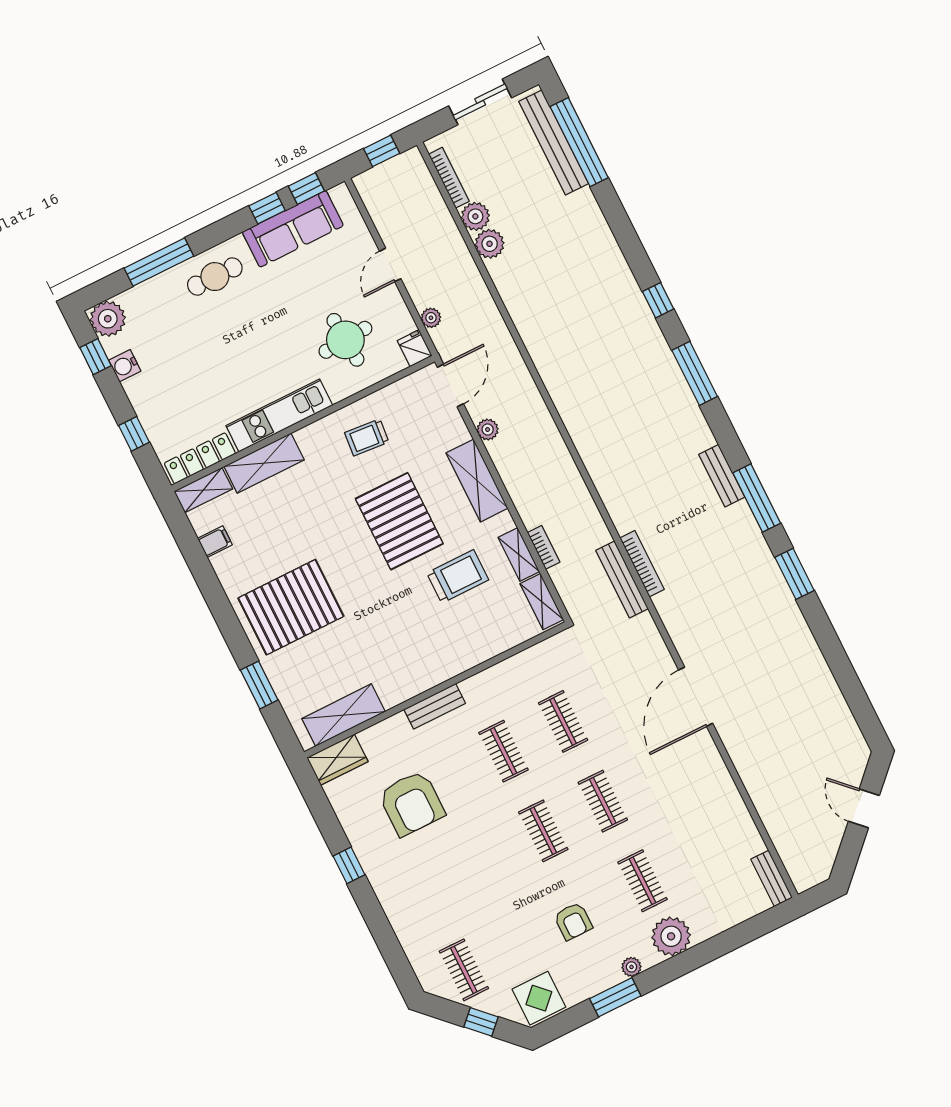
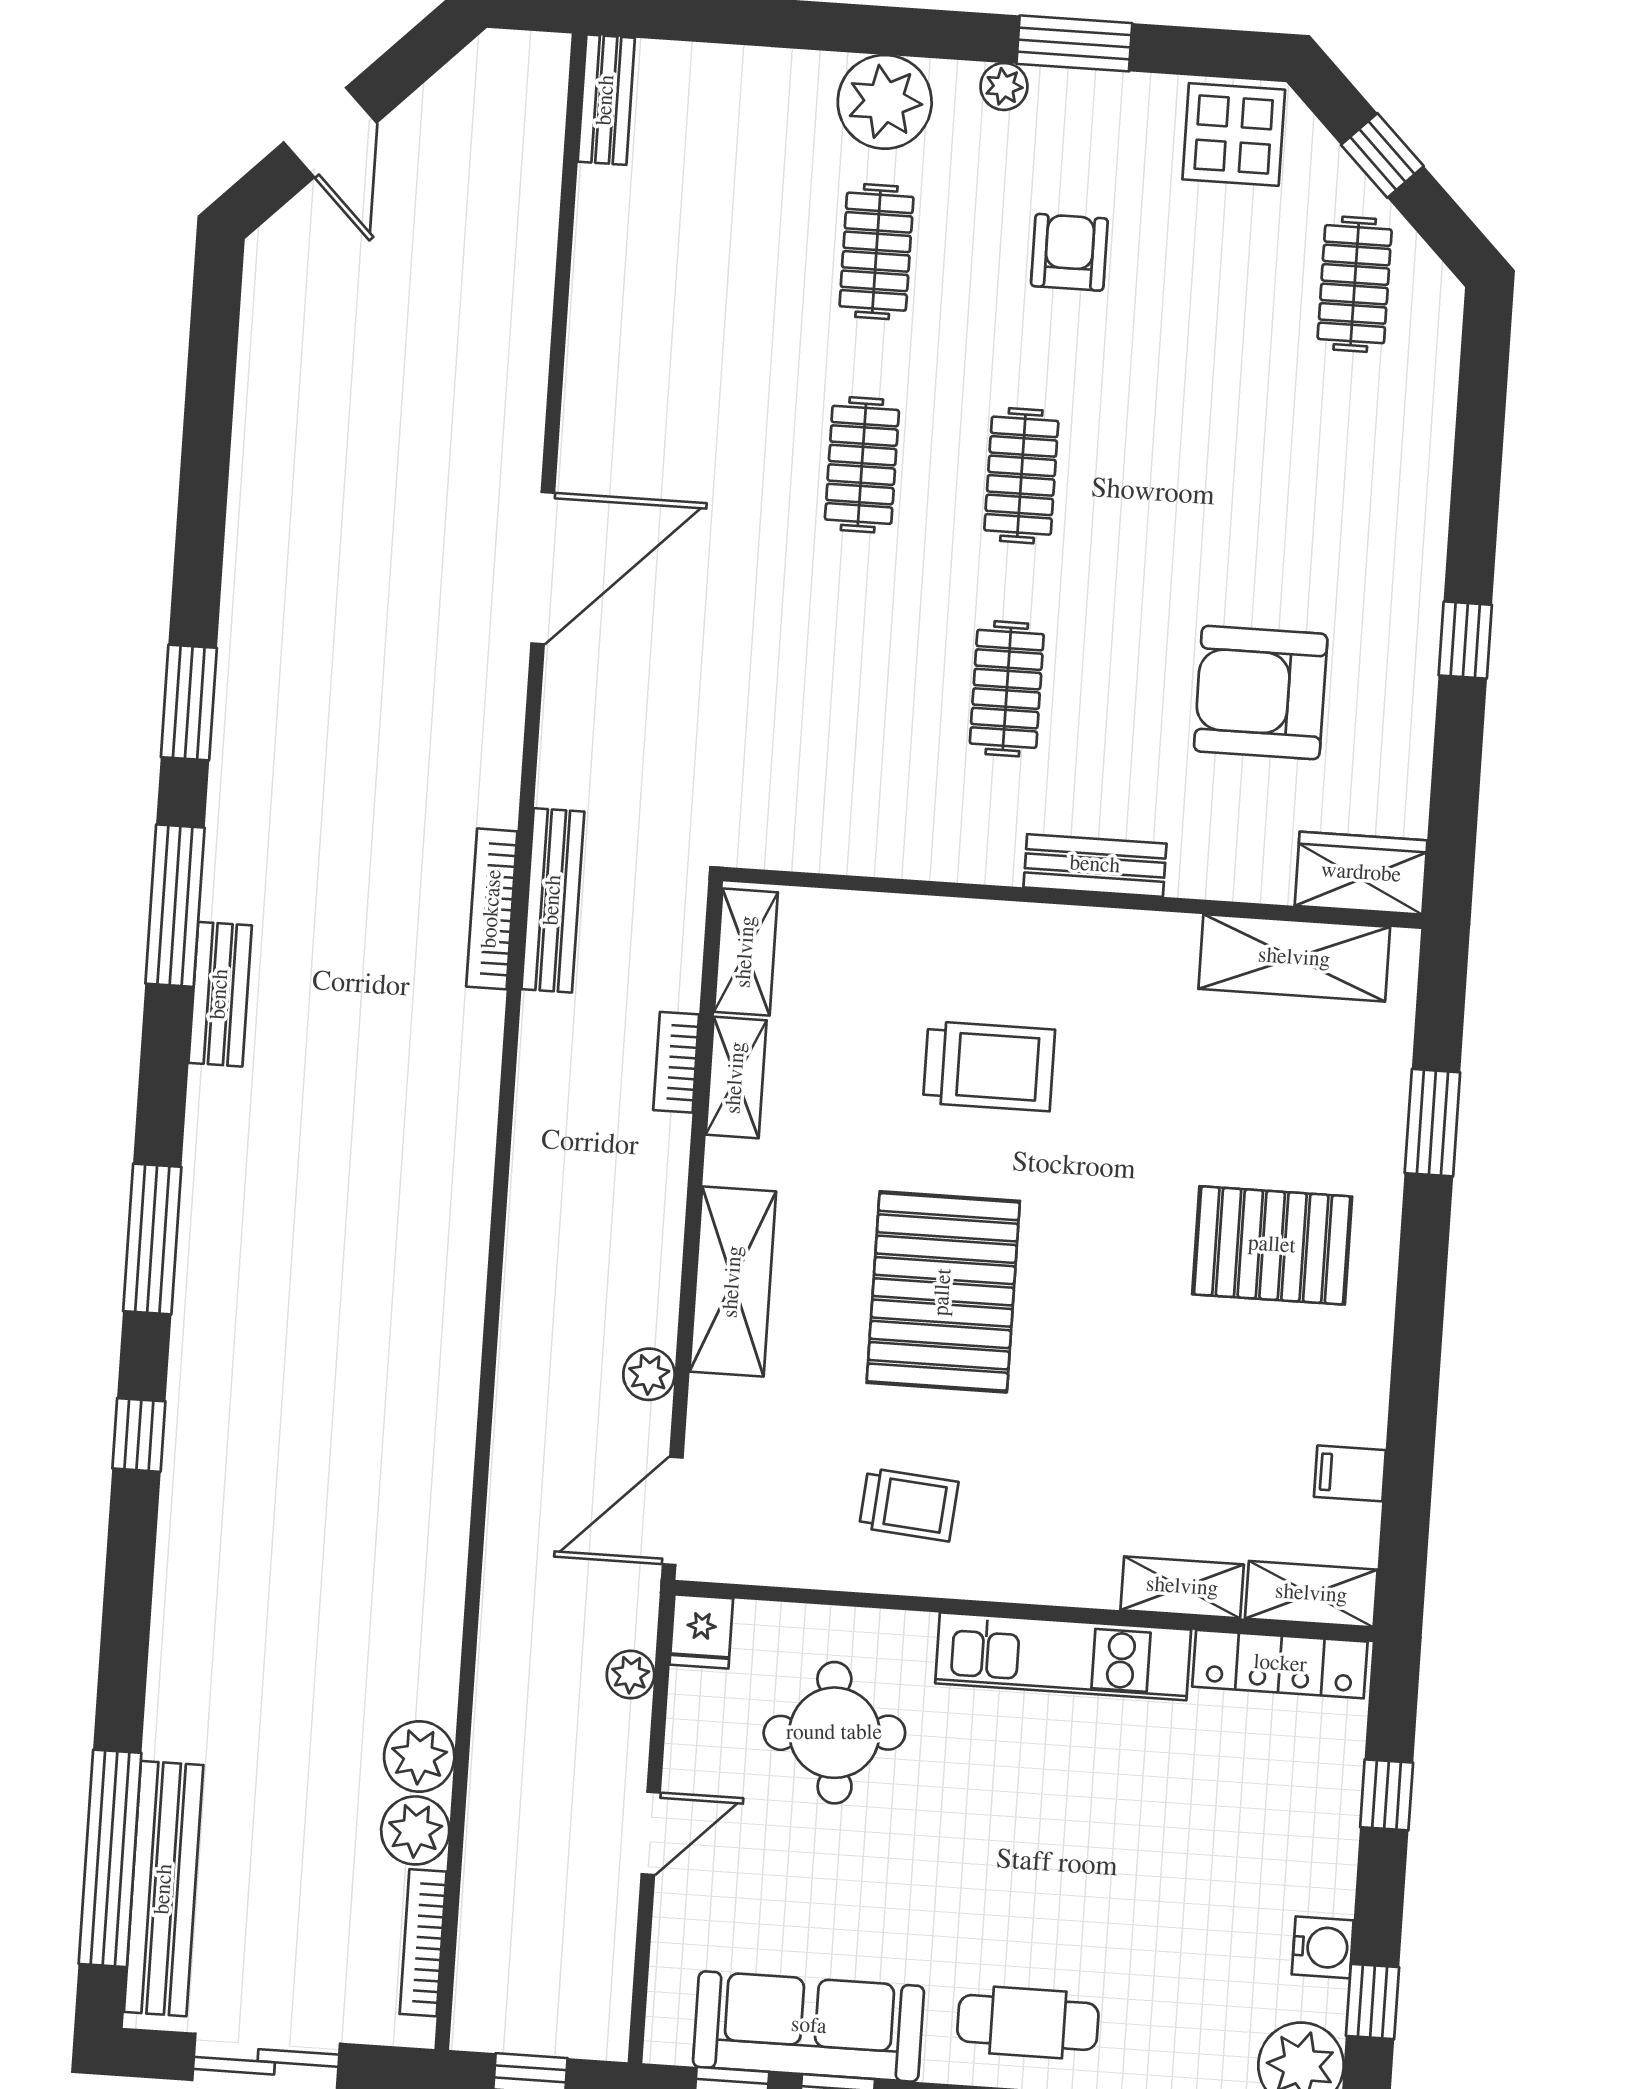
shelving: (264, 463) -> (1182, 1587), width x0.67, depth x0.75
trolley: (458, 576) -> (989, 1066), moved, turned 180
pallet: (291, 607) -> (1272, 1245), width x0.73, depth x0.71
clothes rail: (563, 721) -> (847, 678), removed
armchair: (412, 803) -> (1261, 693), turned -90

